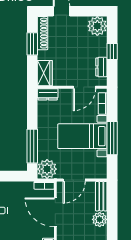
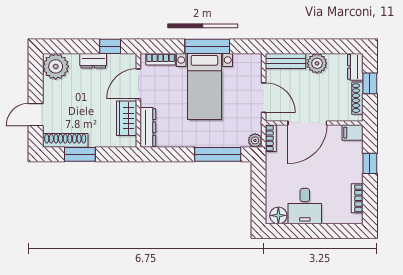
window: (112, 51) -> (110, 46), moved
dresser: (101, 67) -> (93, 61), moved
wardrobe: (45, 73) -> (127, 118), moved, turned -90
door: (84, 87) -> (138, 84), swing flipped
dresser: (48, 94) -> (148, 127), width x1.44
plant: (47, 169) -> (255, 140), width x0.53, depth x0.53

